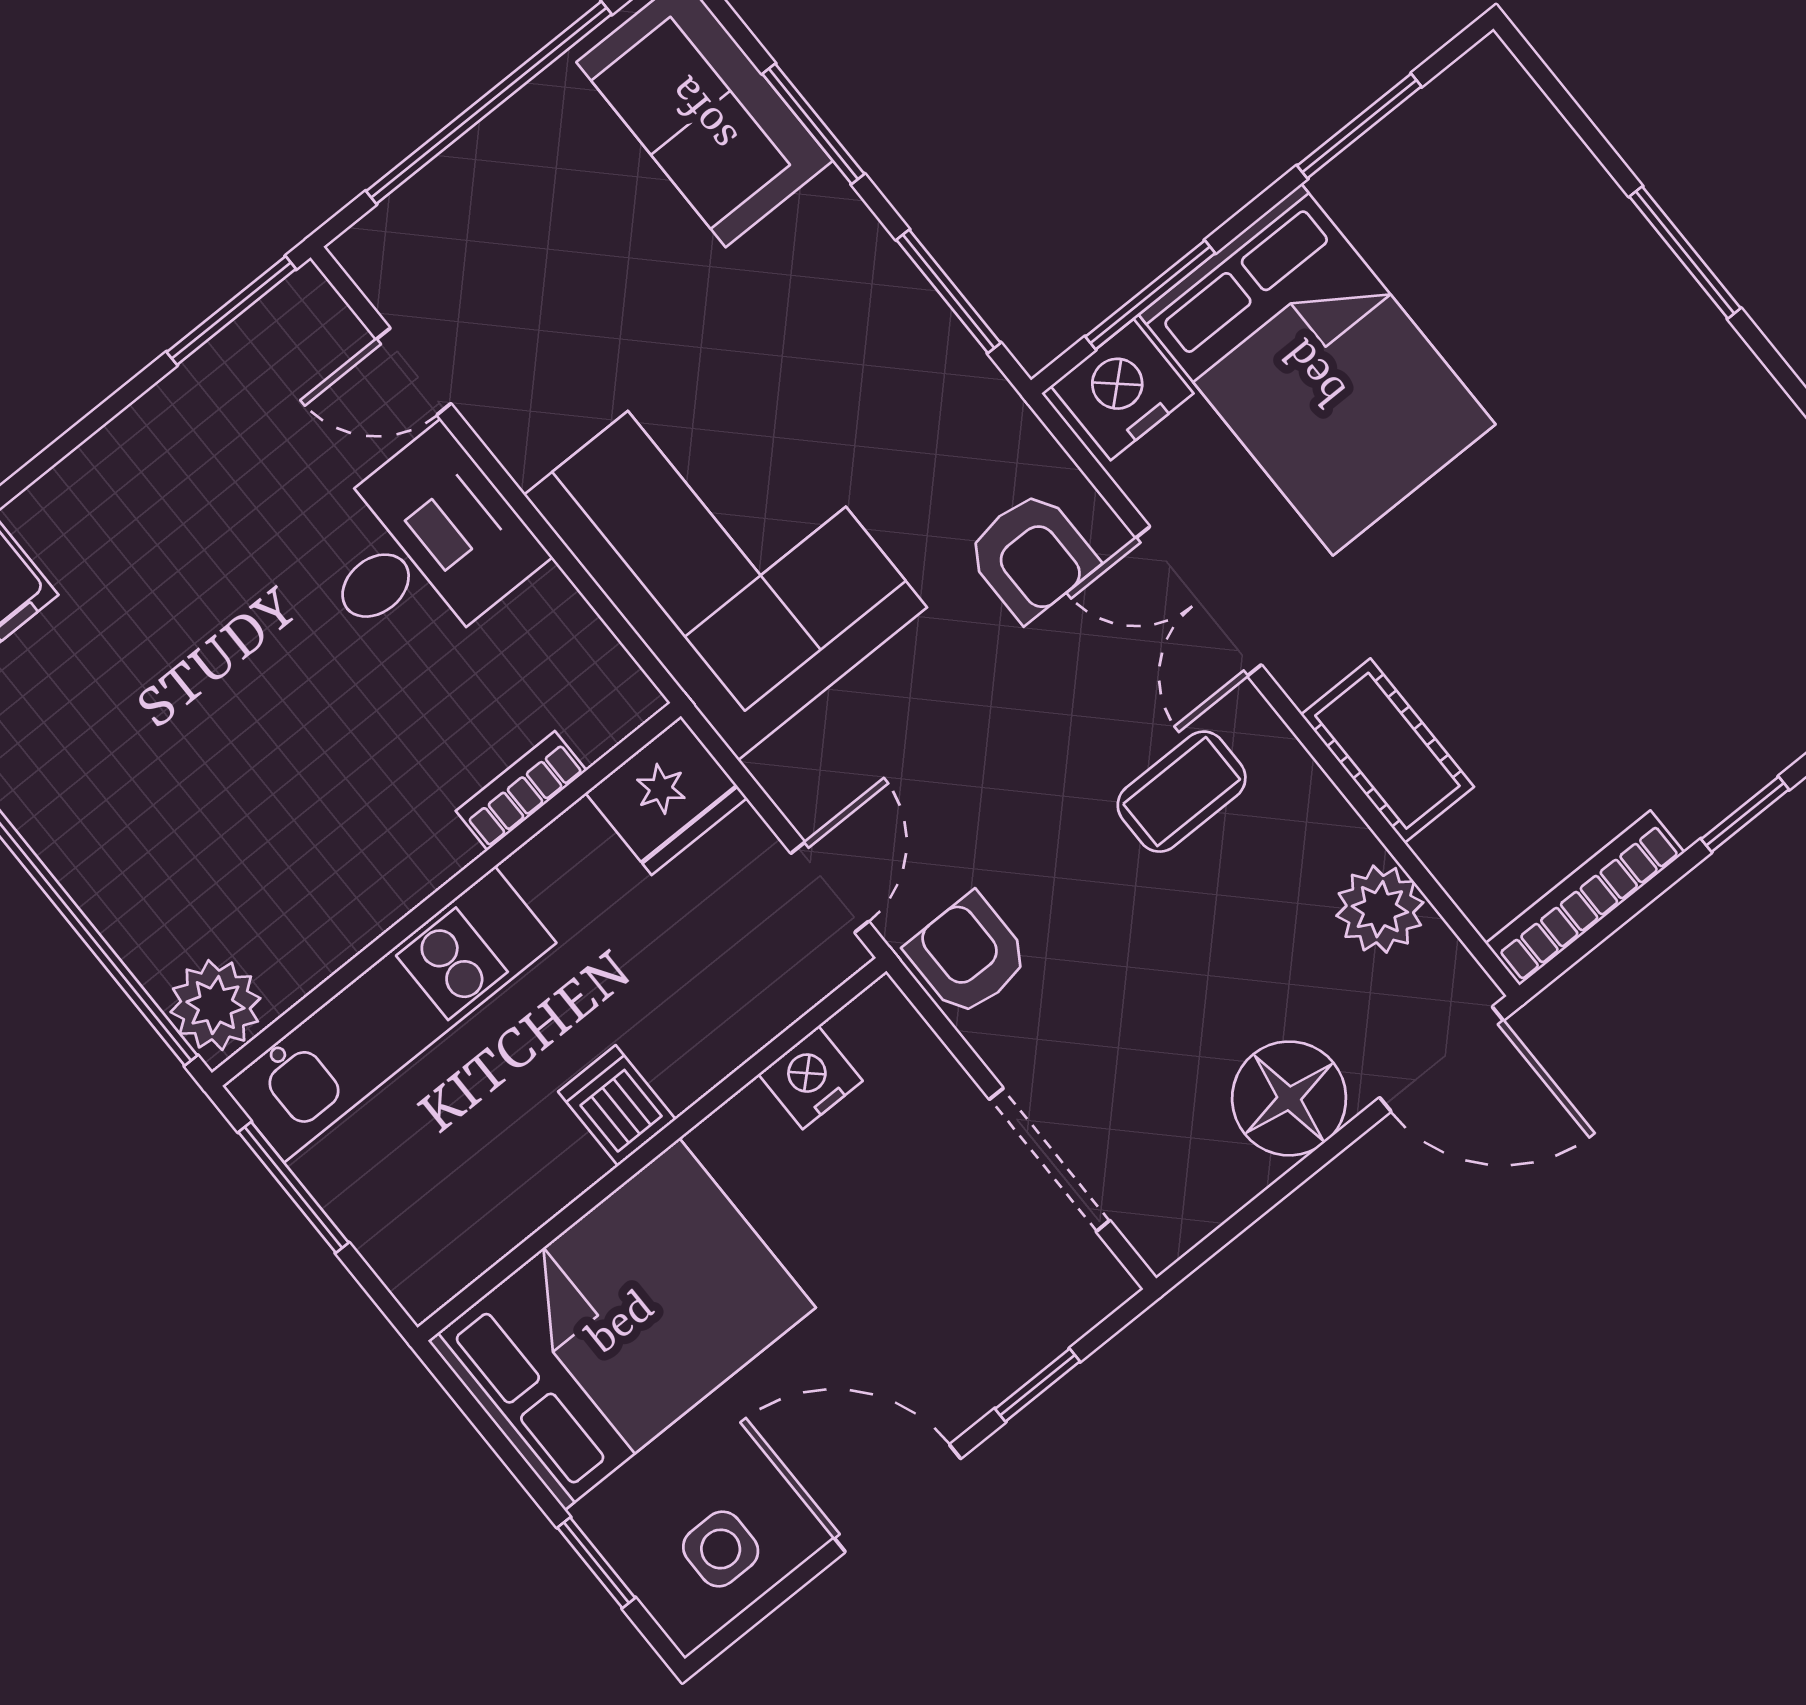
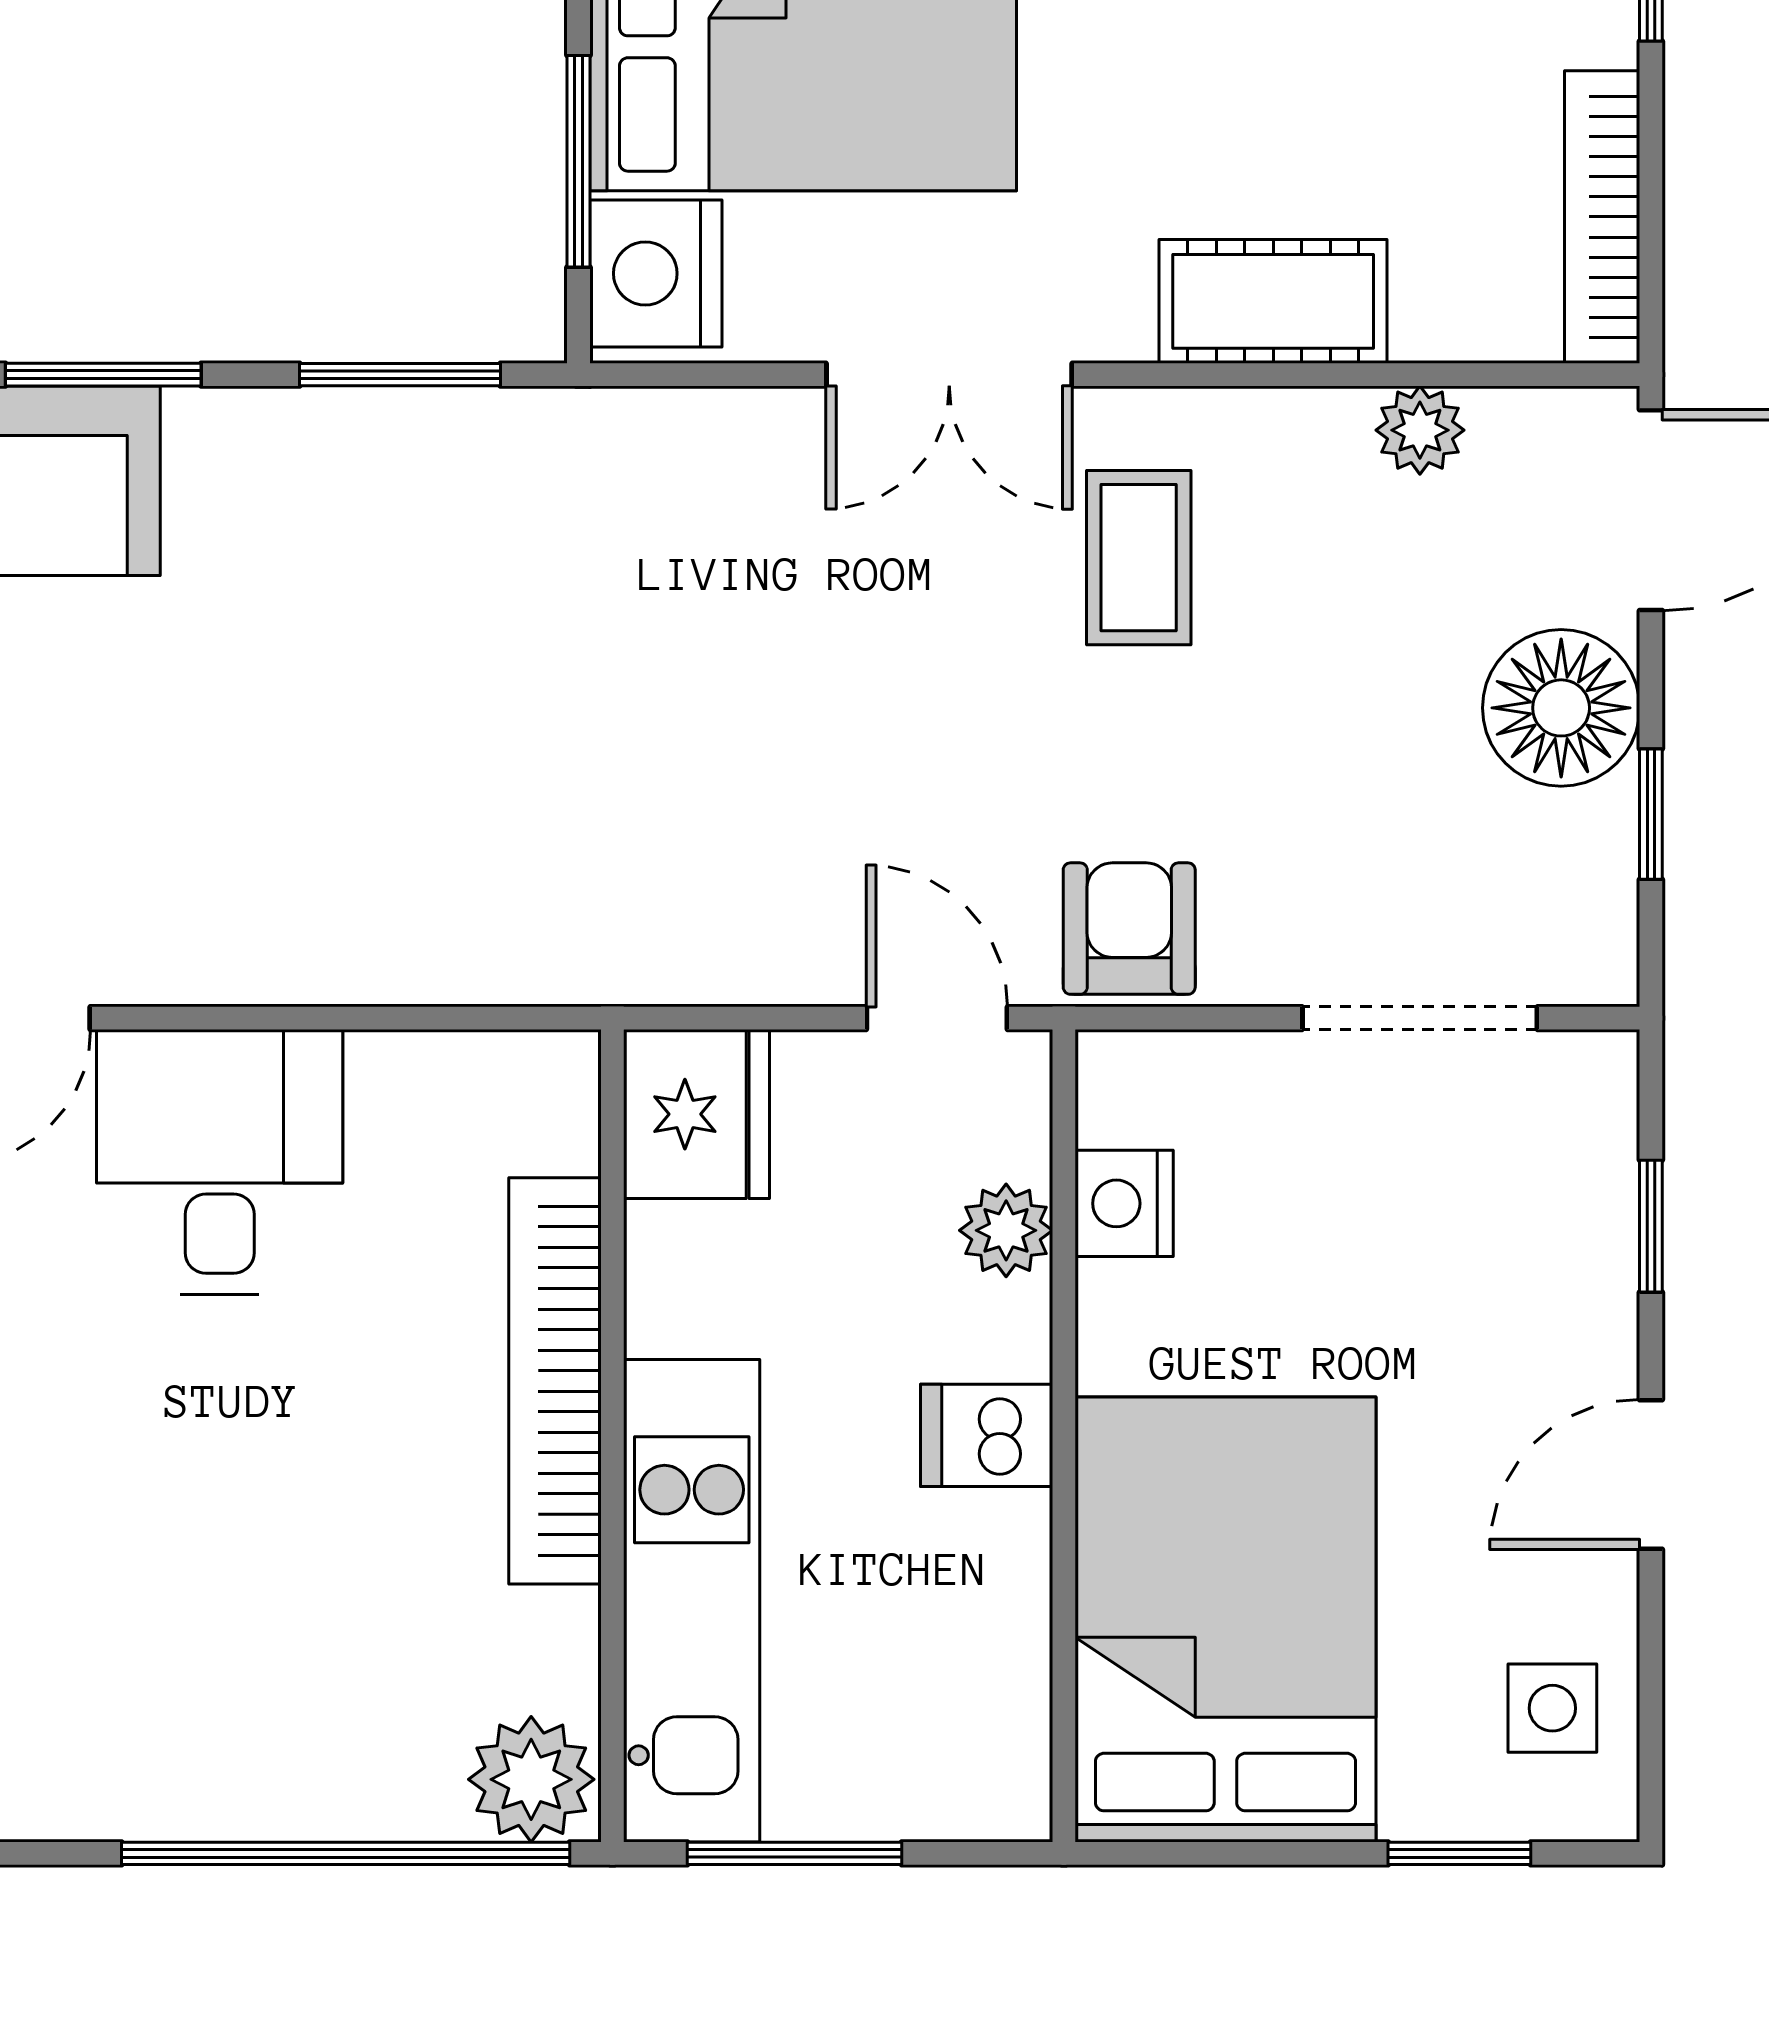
corner sofa: (725, 551) -> (486, 839), removed
armchair: (1031, 556) -> (755, 515), removed
bookcase: (521, 791) -> (555, 1381), width x2.31, depth x1.31
plant: (1380, 909) -> (1420, 430), width x0.73, depth x0.73
armchair: (968, 955) -> (1129, 929), turned 90
plant: (741, 1023) -> (1006, 1230), added
window: (1270, 1197) -> (1651, 814), added
door: (897, 1498) -> (1651, 1475), width x0.73

